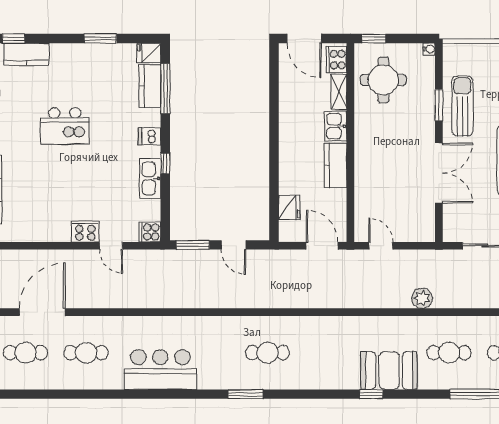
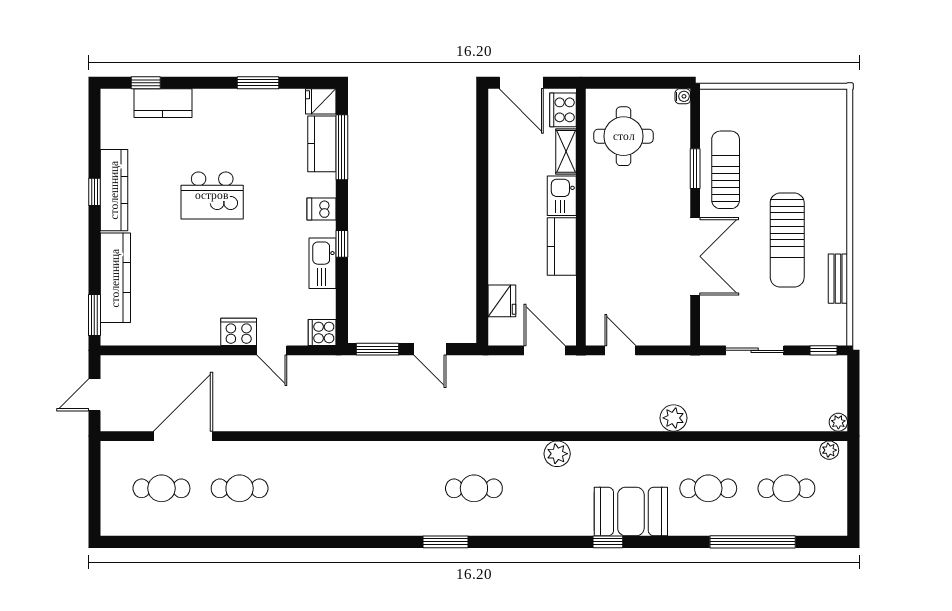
window: (374, 39) -> (611, 83), removed
plant: (332, 326) -> (557, 454), added
bar counter: (160, 370) -> (336, 510), removed

